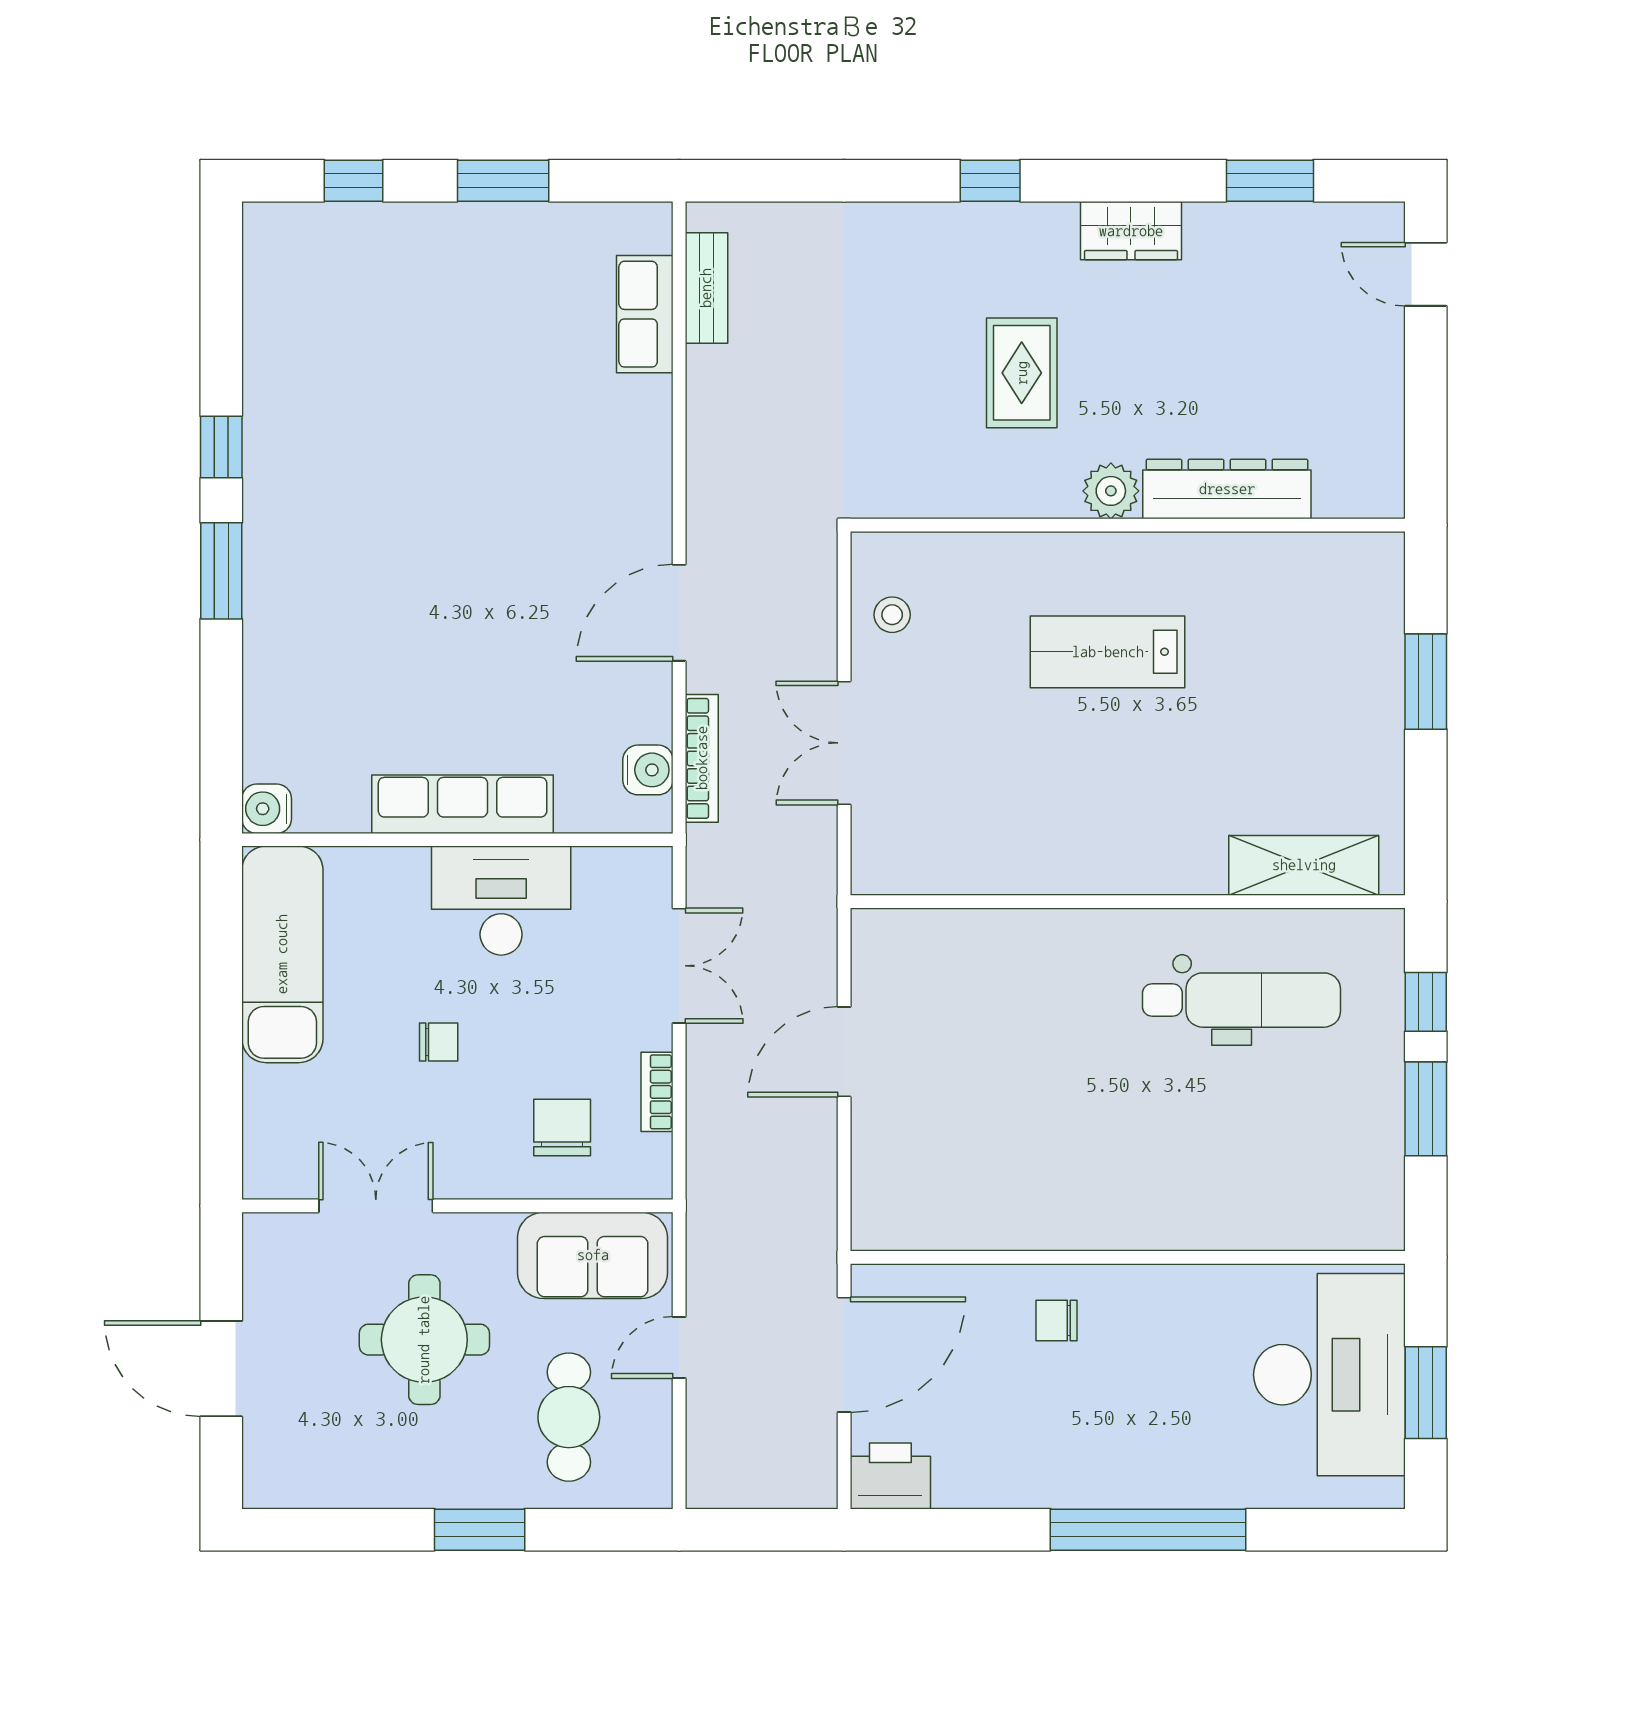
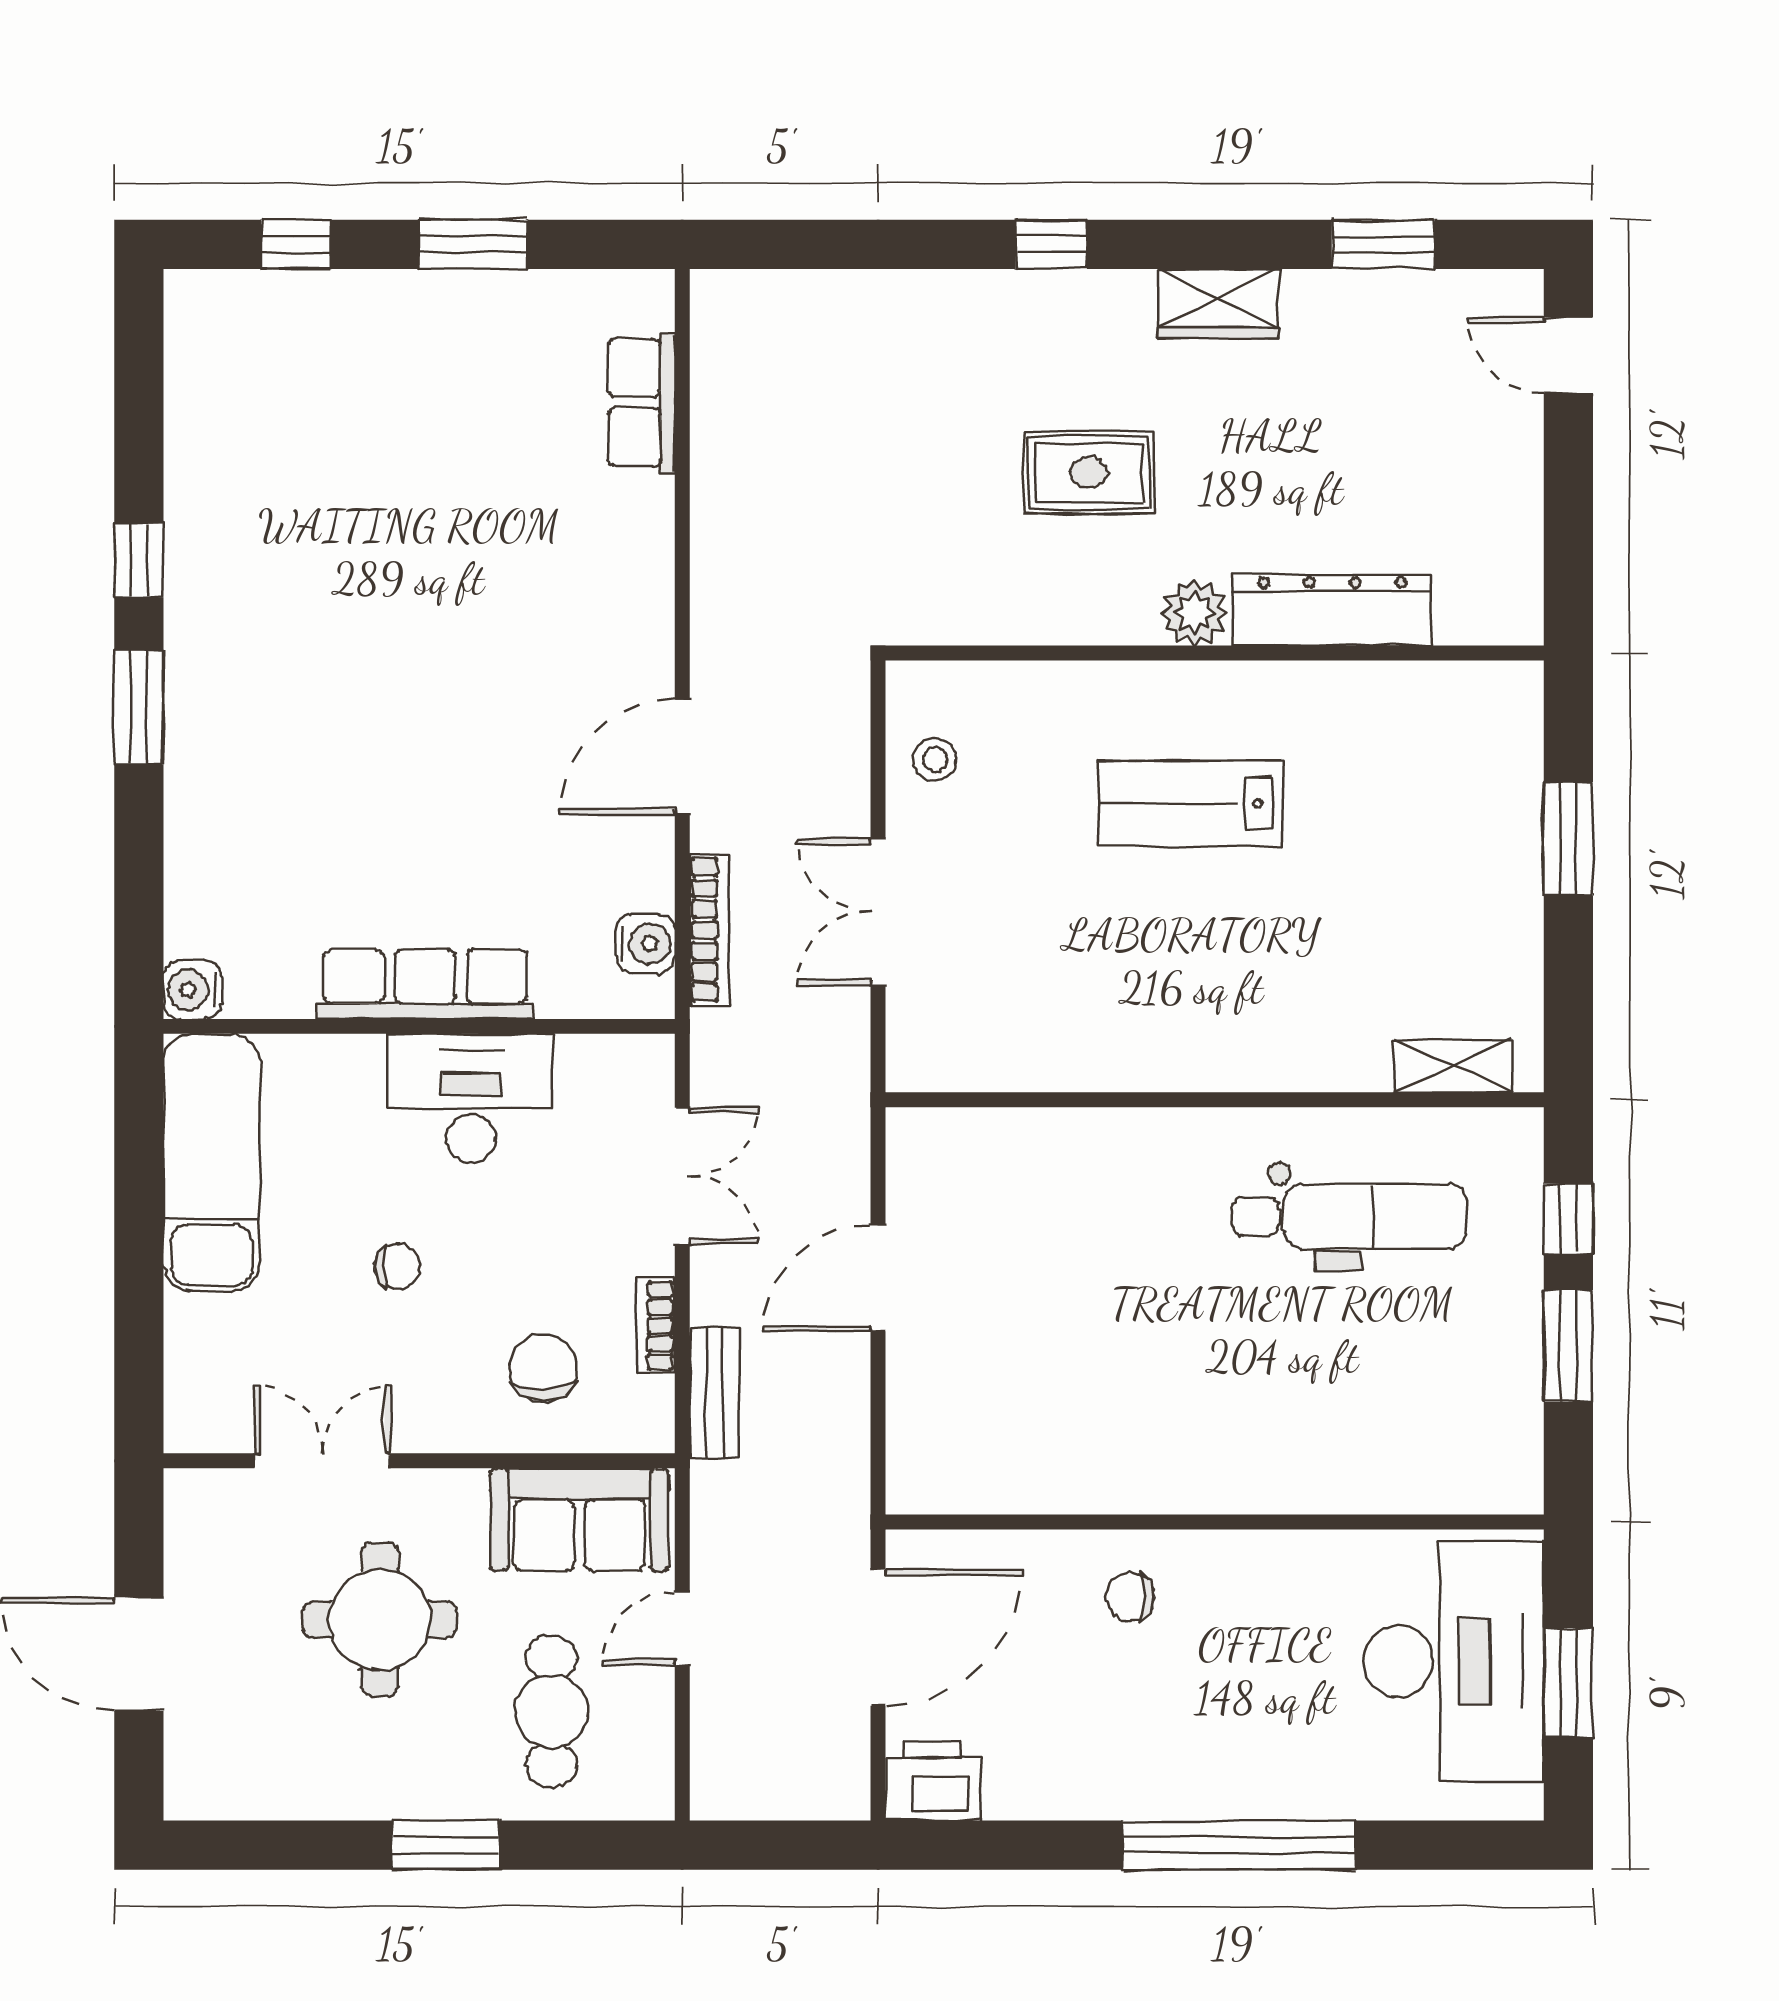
bench: (706, 288) -> (715, 1393), moved
rug: (1022, 373) -> (1089, 472), turned 90
shelving: (1304, 865) -> (1453, 1066), width x0.67, depth x0.75

